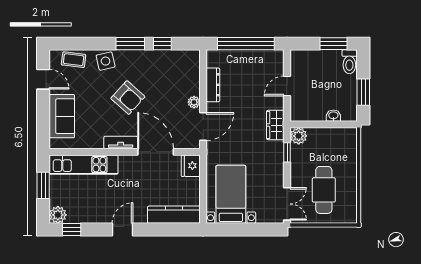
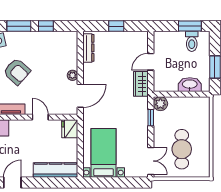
window: (246, 44) -> (116, 26), width x0.32
toilet: (349, 62) -> (192, 41), moved
dresser: (213, 85) -> (88, 48), moved
washbasin: (333, 116) -> (190, 85), width x1.91, depth x1.45
wardrobe: (275, 125) -> (141, 84), moved
door: (156, 152) -> (40, 117), width x0.53

